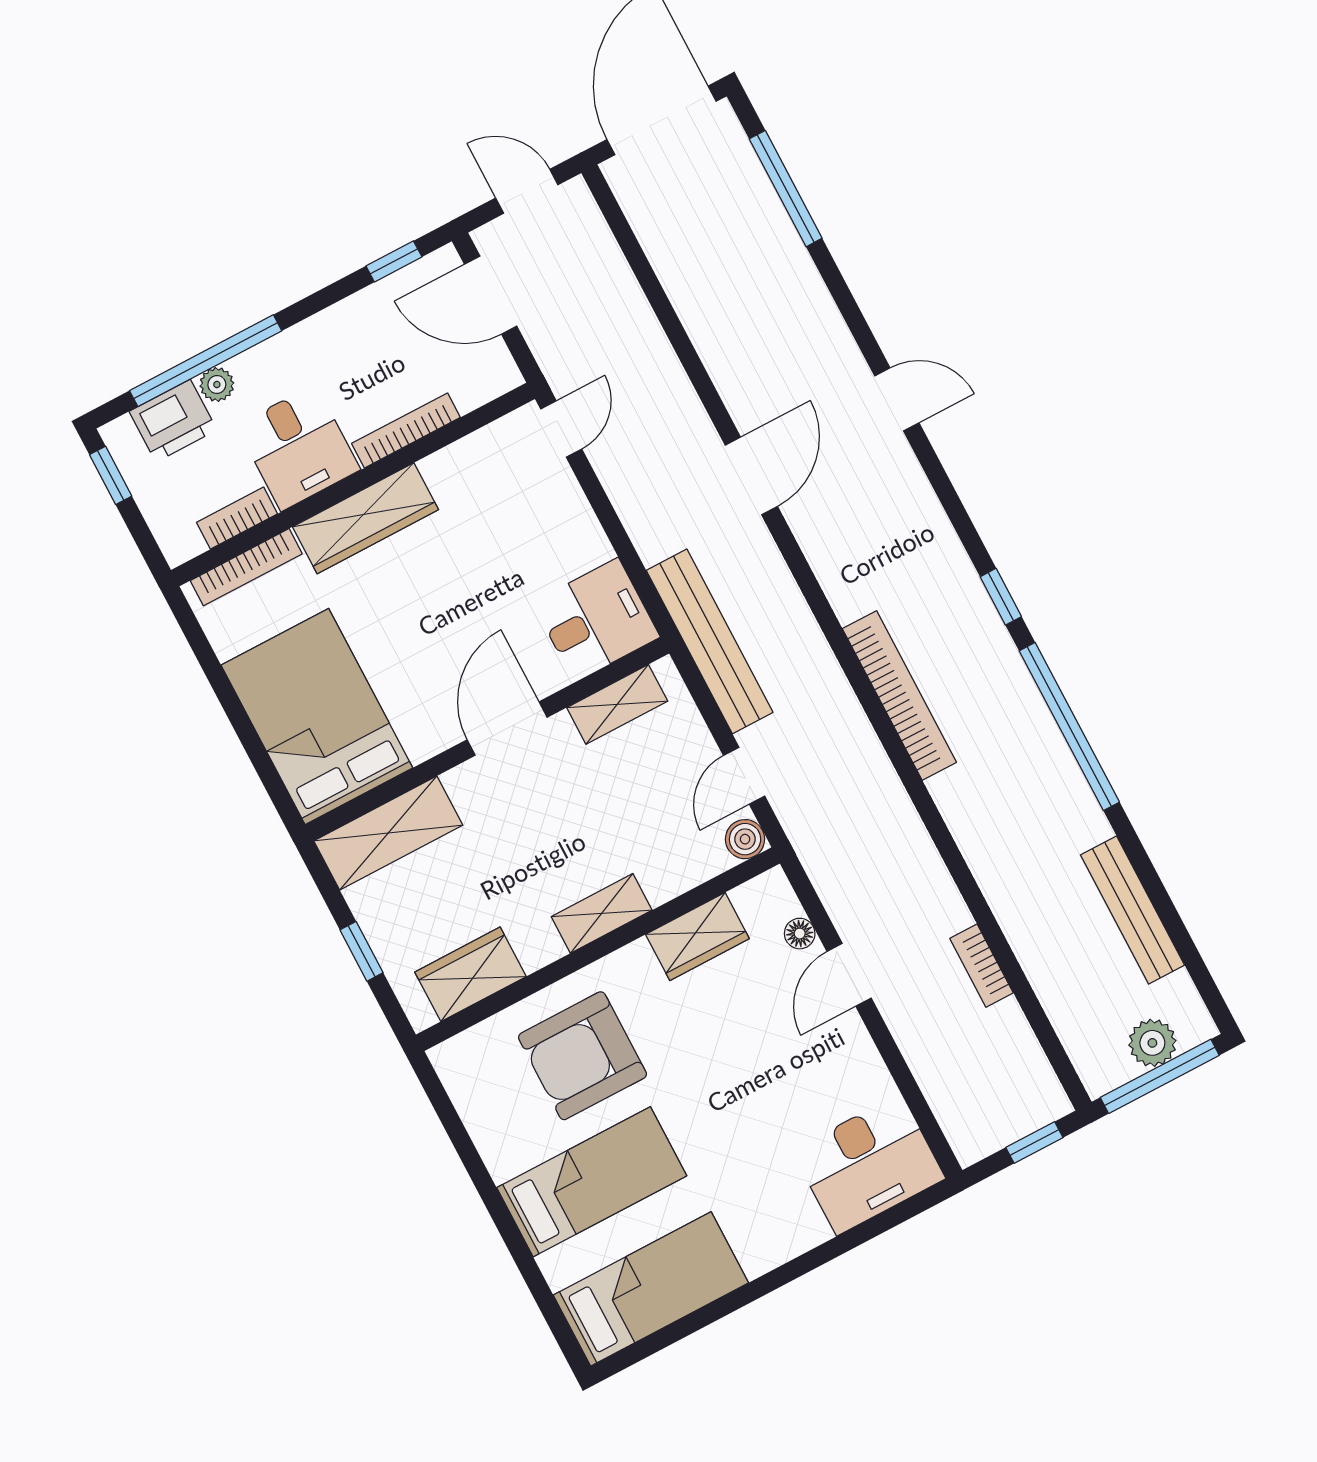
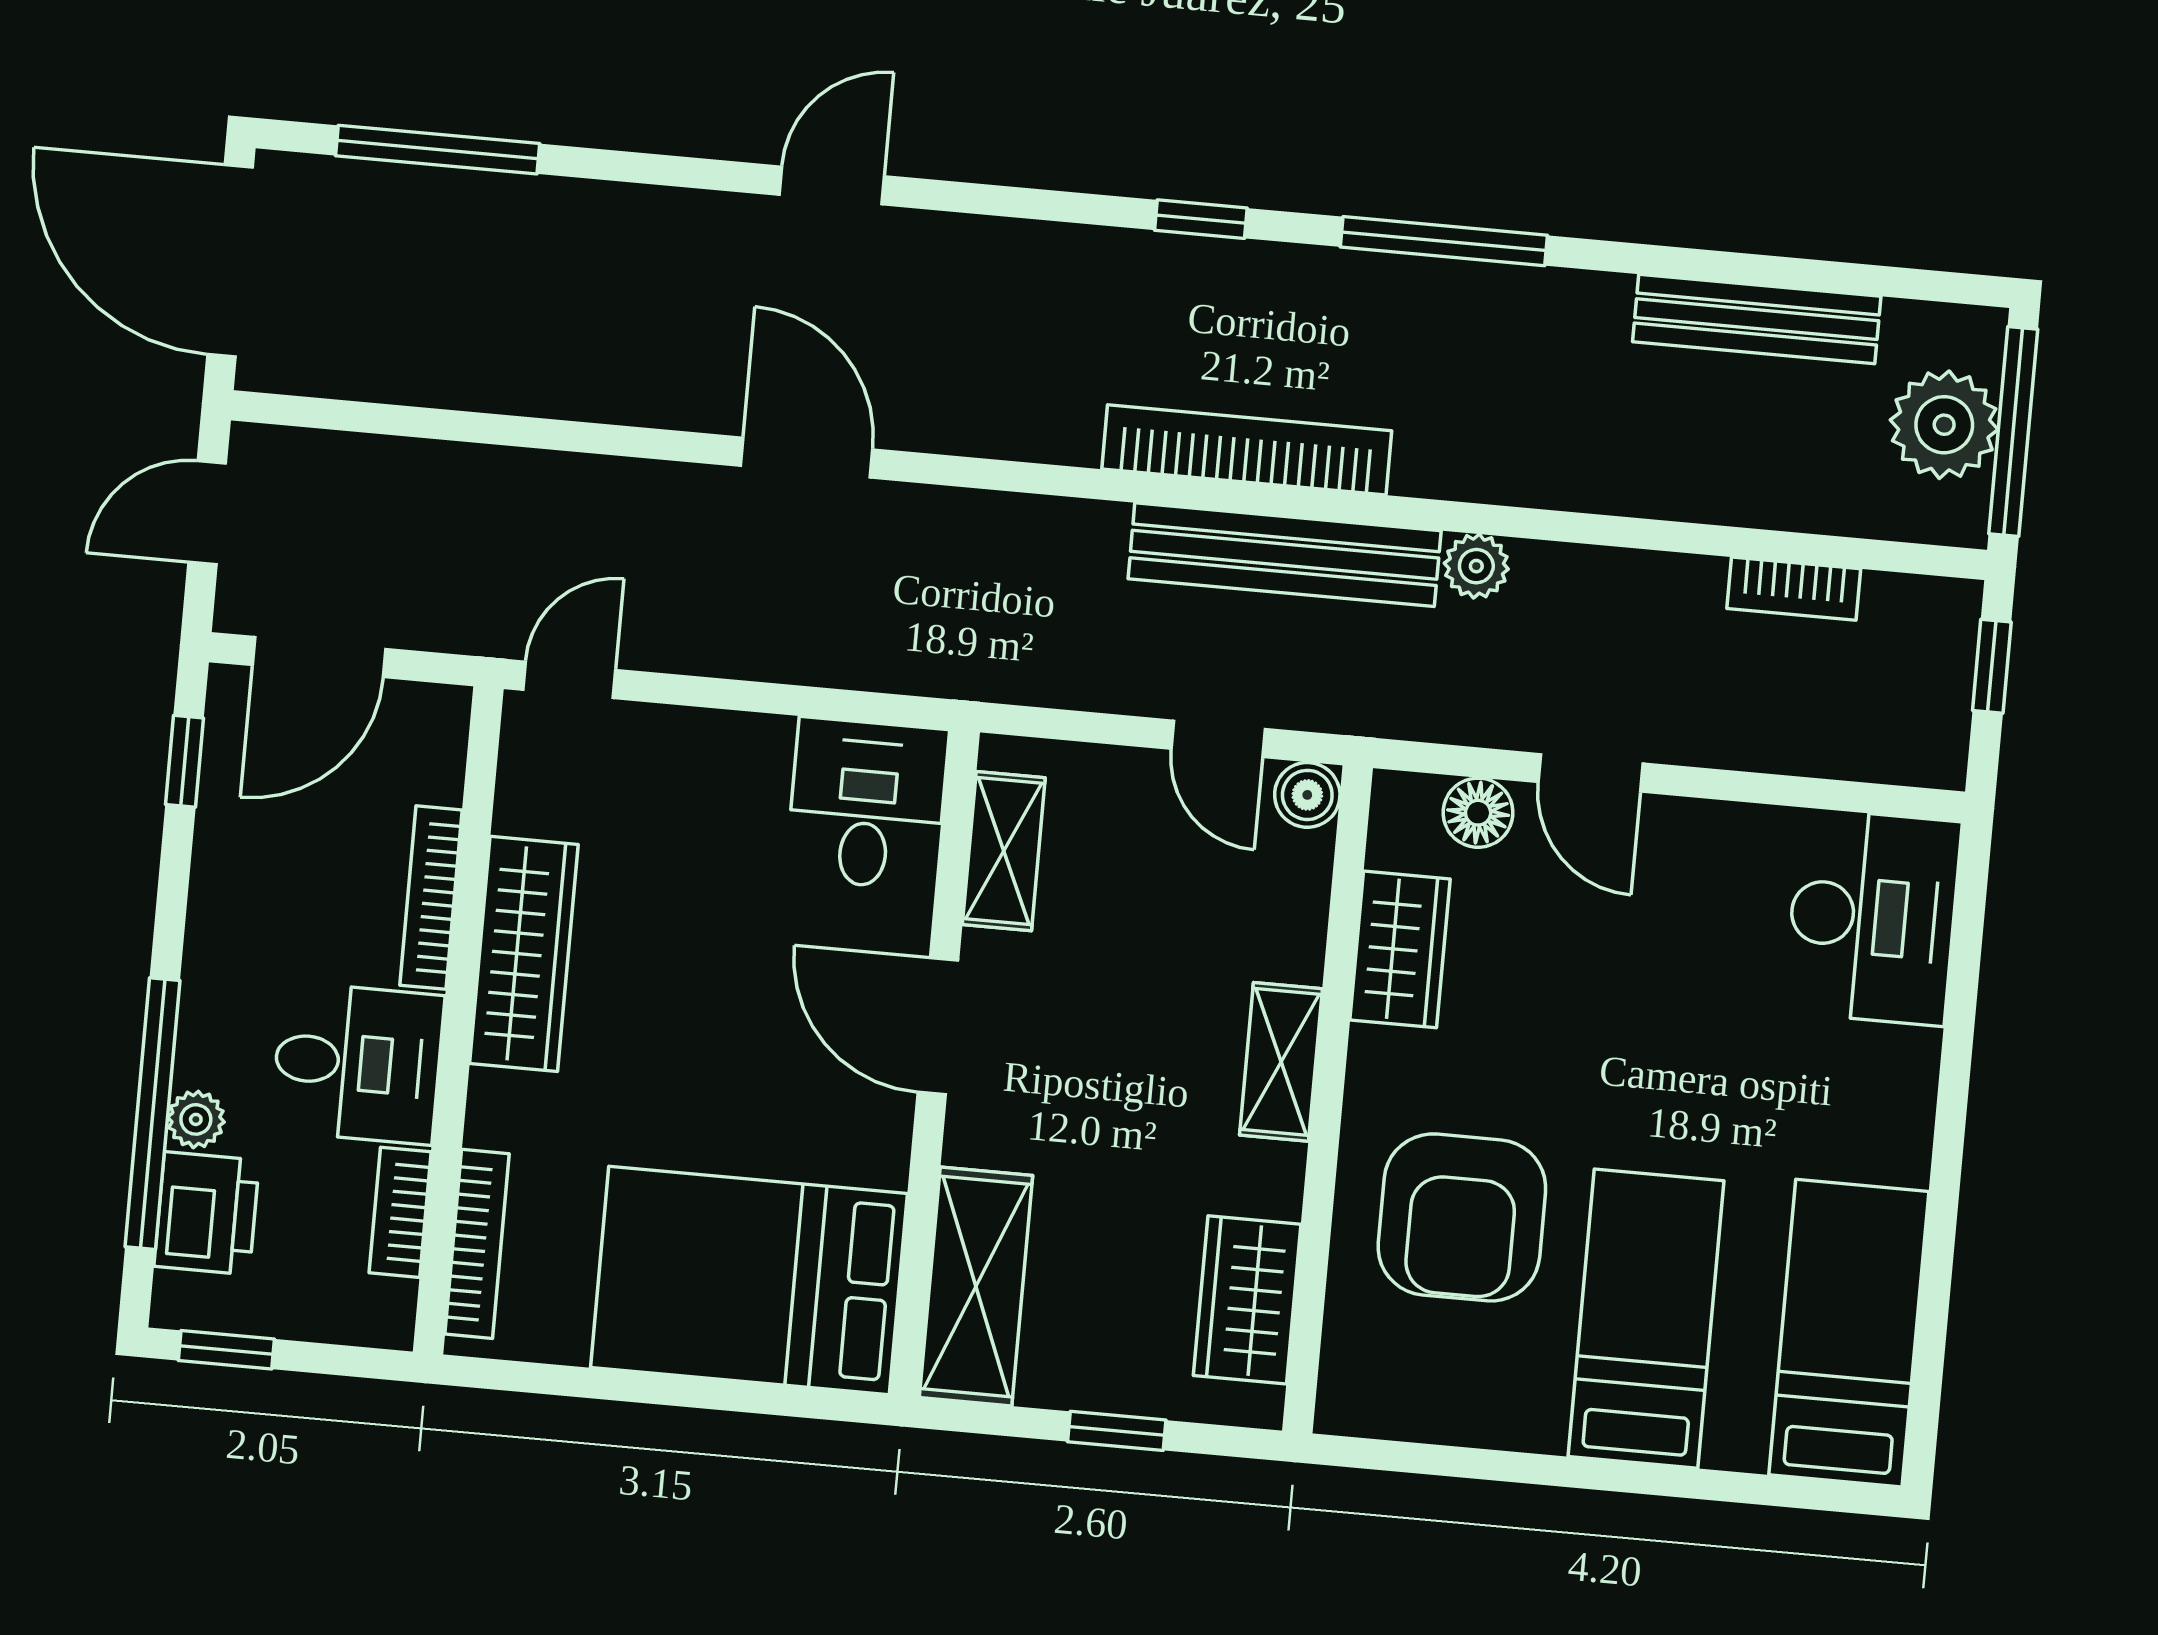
door: (561, 429) -> (569, 680), hinge flipped
wardrobe: (365, 518) -> (524, 954), moved
bench: (710, 641) -> (1285, 555), moved
window: (1069, 727) -> (1444, 241), width x0.68
plant: (916, 849) -> (1476, 566), added
floor lamp: (800, 934) -> (1478, 813), width x1.37, depth x1.37
bookcase: (981, 966) -> (1794, 589), moved
plant: (1152, 1043) -> (1944, 425), width x1.36, depth x1.36

